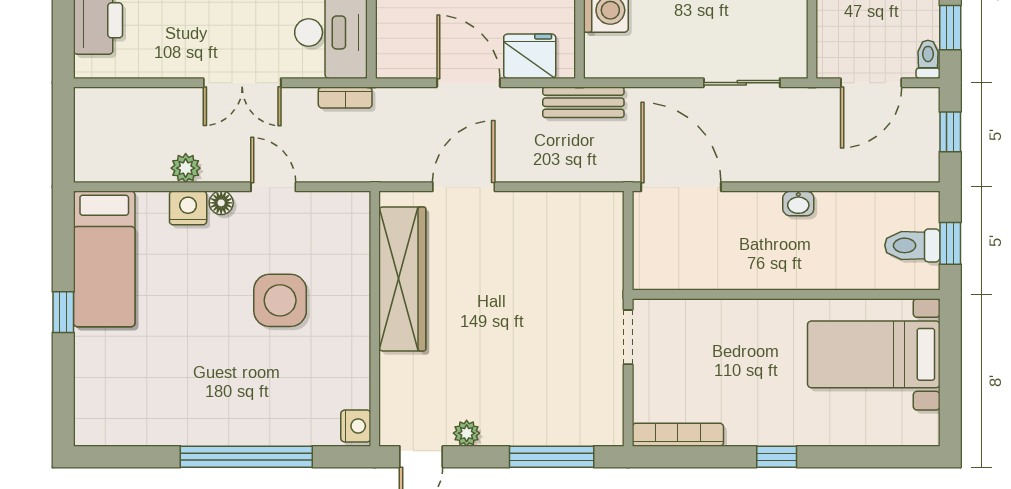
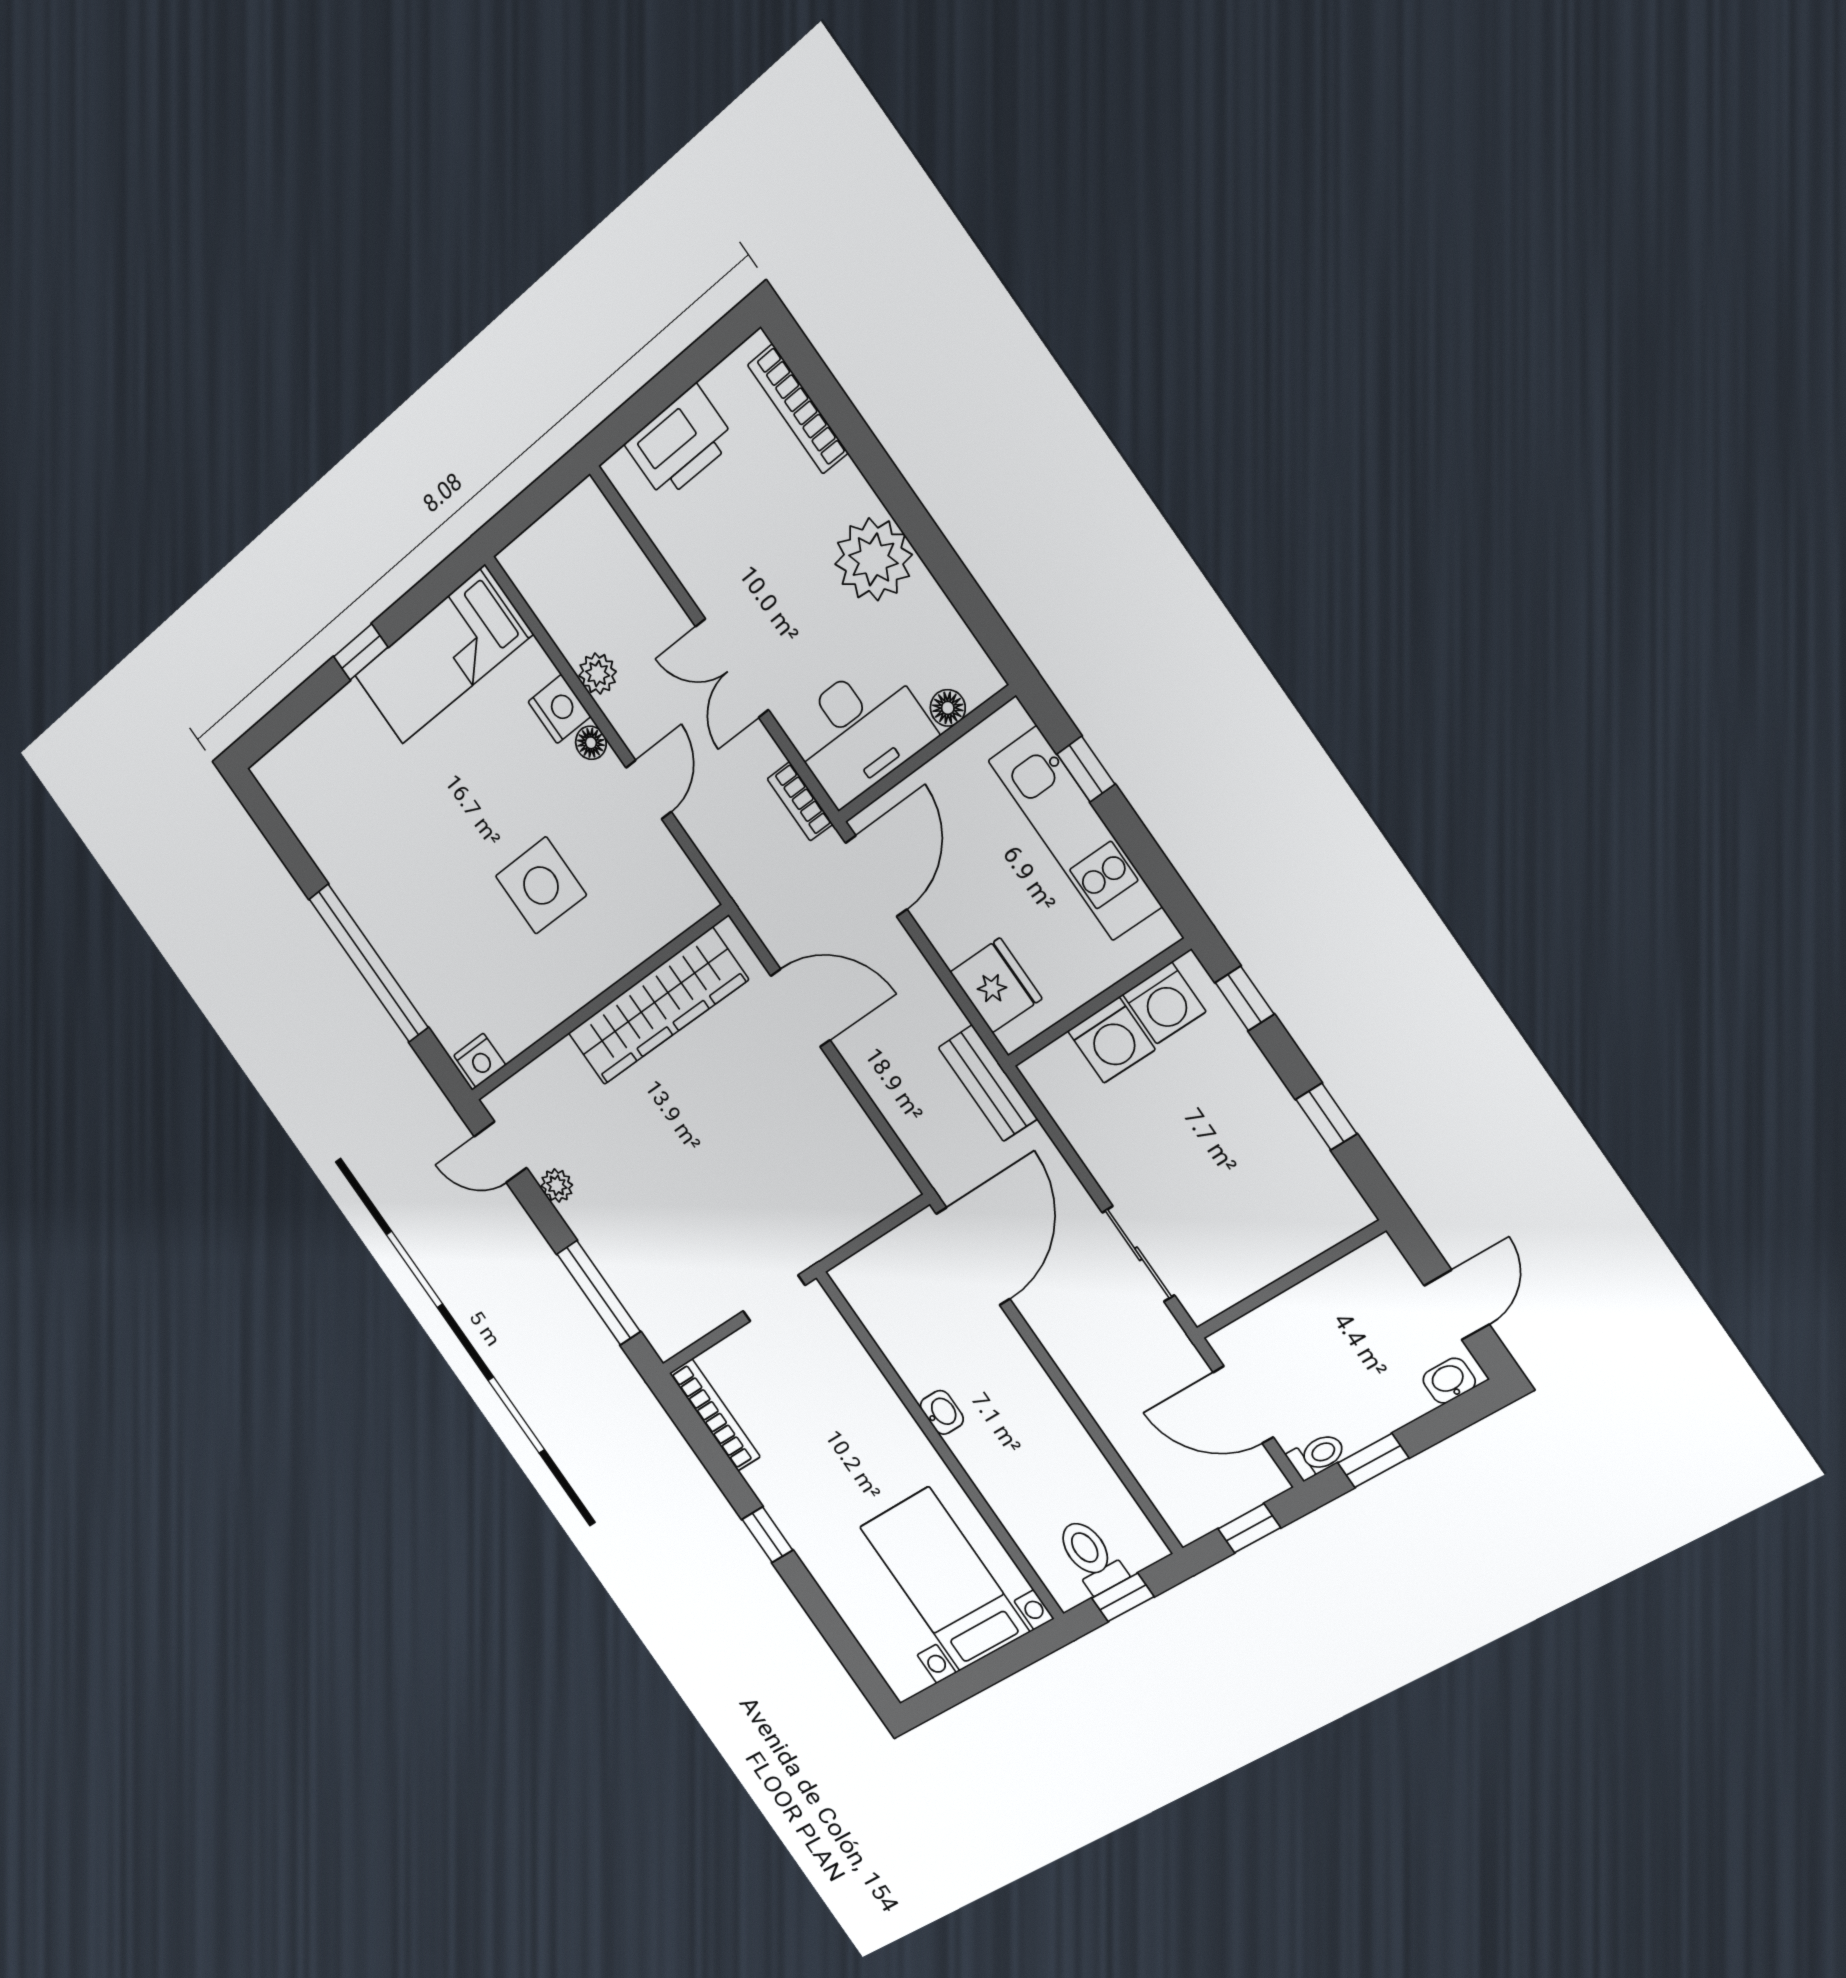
door: (468, 83) -> (876, 876), moved
washbasin: (798, 203) -> (942, 1412), moved, turned 180

